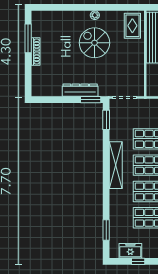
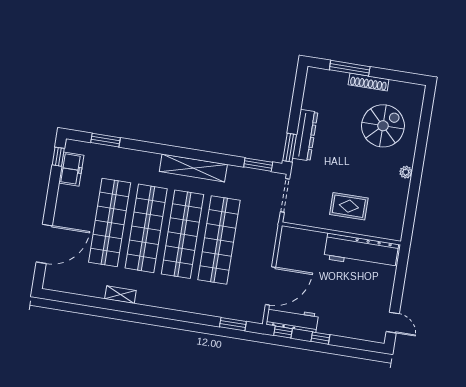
rug: (132, 26) -> (349, 206), moved
window: (28, 38) -> (350, 68), moved
spiral stairs: (94, 43) -> (383, 126), moved
window: (138, 261) -> (58, 157), moved

